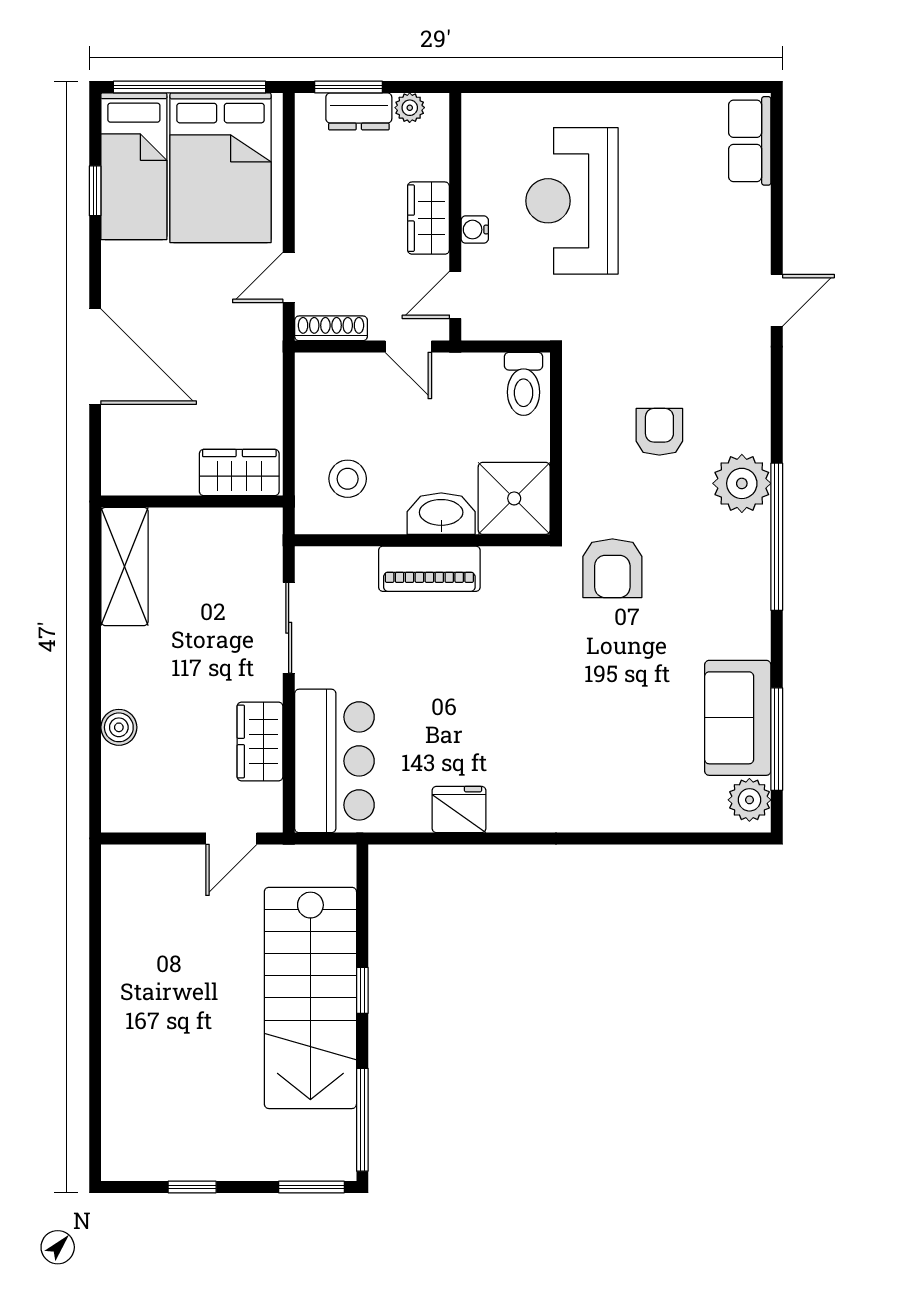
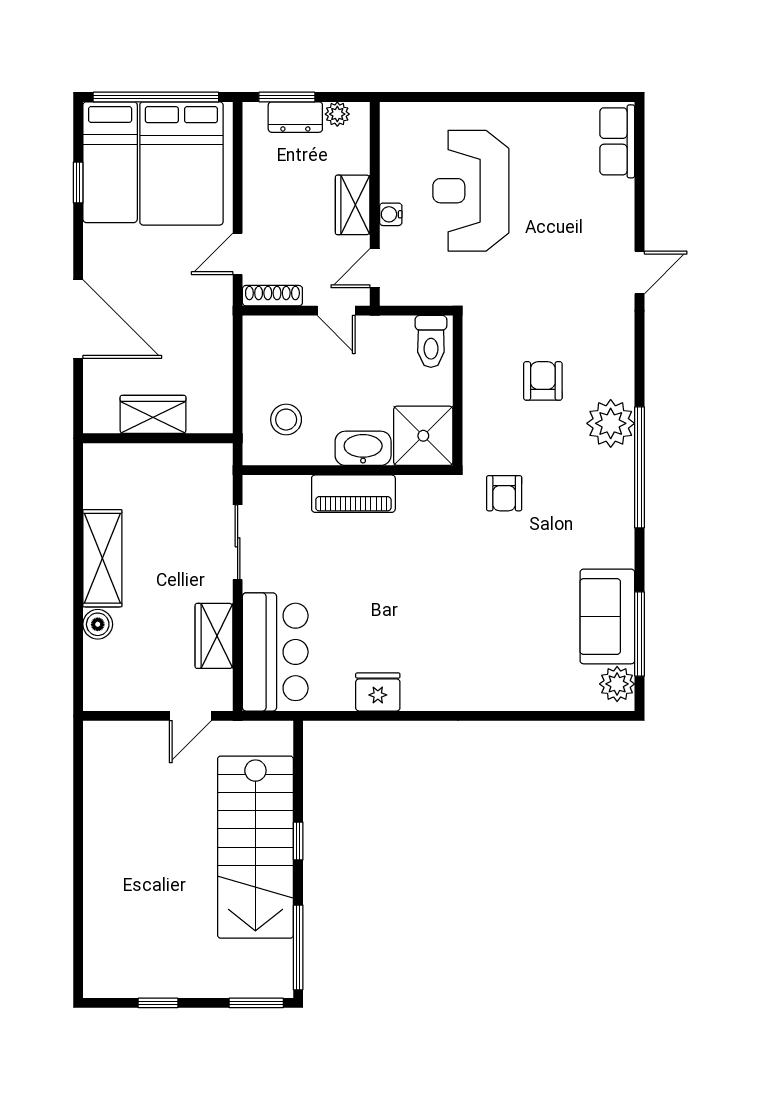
wardrobe: (239, 473) -> (153, 414), moved
shelving: (125, 566) -> (102, 558), moved
armchair: (612, 568) -> (504, 493), width x0.72, depth x0.72

